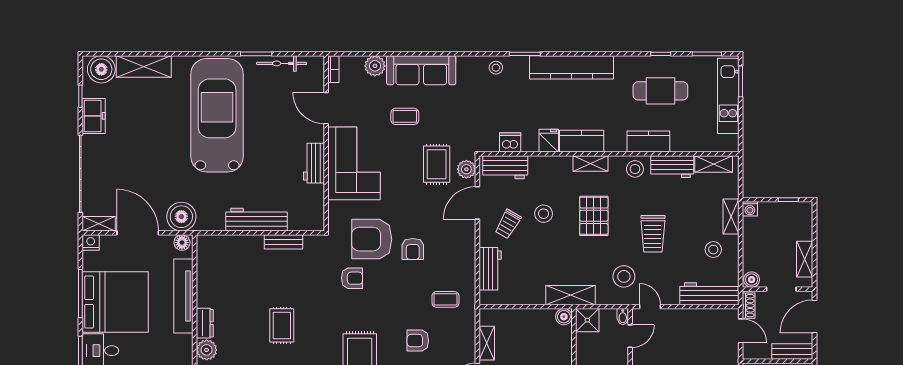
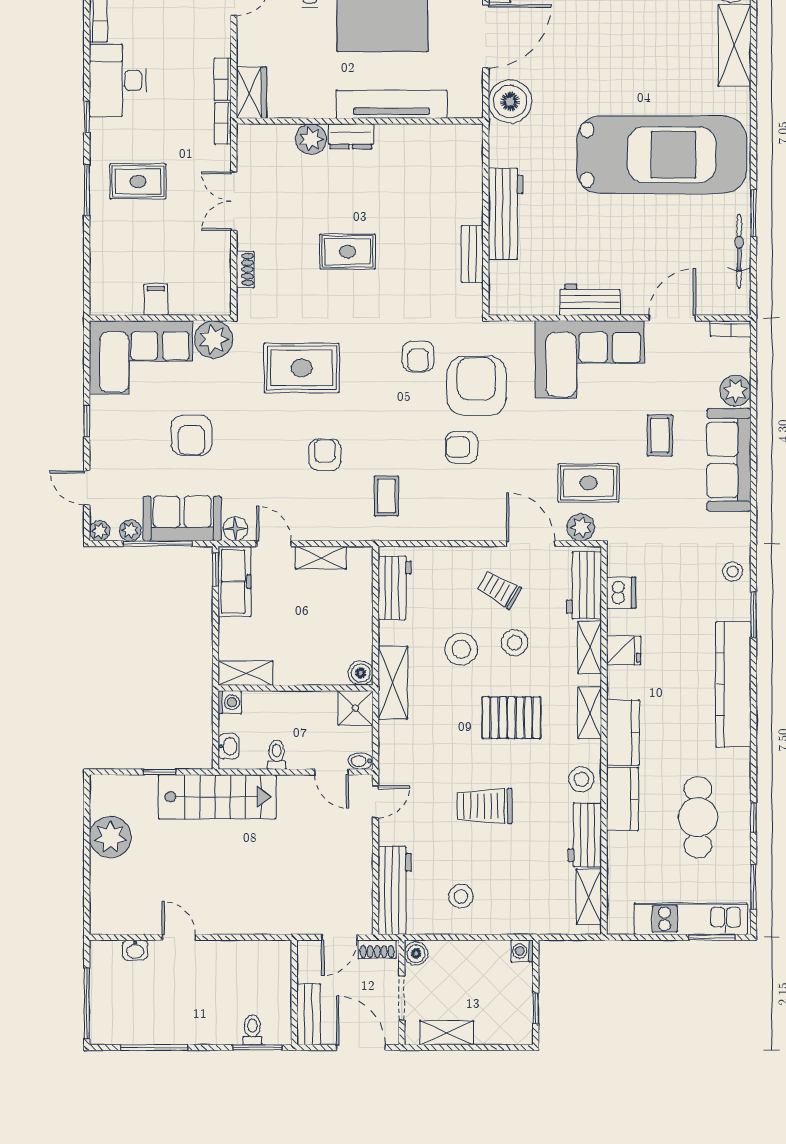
kitchen counter: (582, 141) -> (623, 732), moved
shelving: (731, 217) -> (589, 647), moved, turned 90
floor lamp: (182, 243) -> (471, 102), removed
workbench: (490, 269) -> (395, 588), moved, turned -90
stool: (624, 276) -> (461, 649), moved

